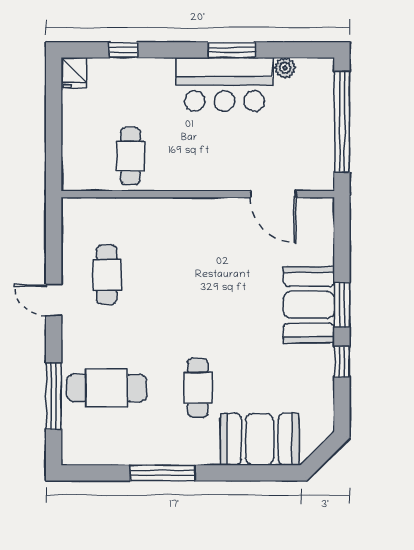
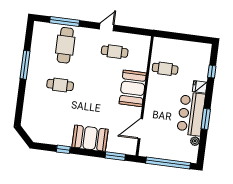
fridge: (74, 73) -> (200, 87), moved
window: (342, 305) -> (115, 156), moved
booth: (260, 439) -> (133, 88), moved

